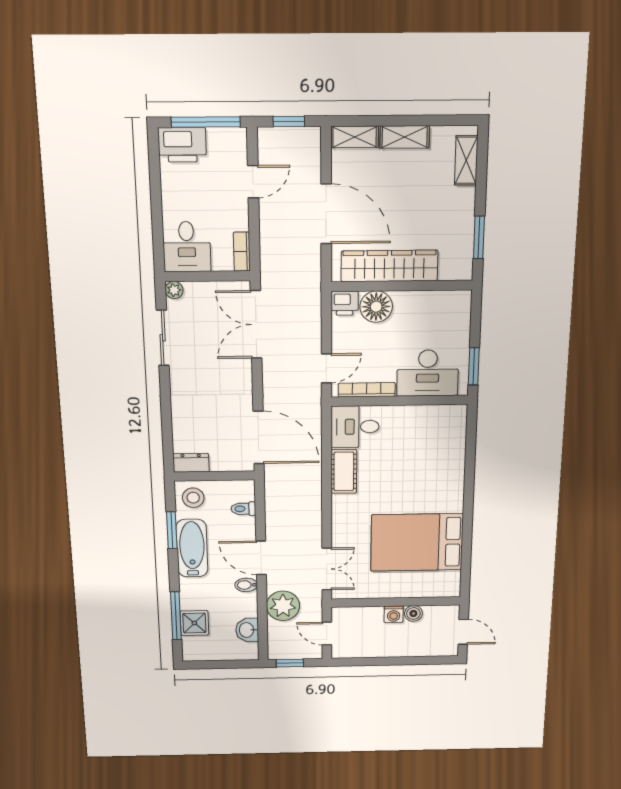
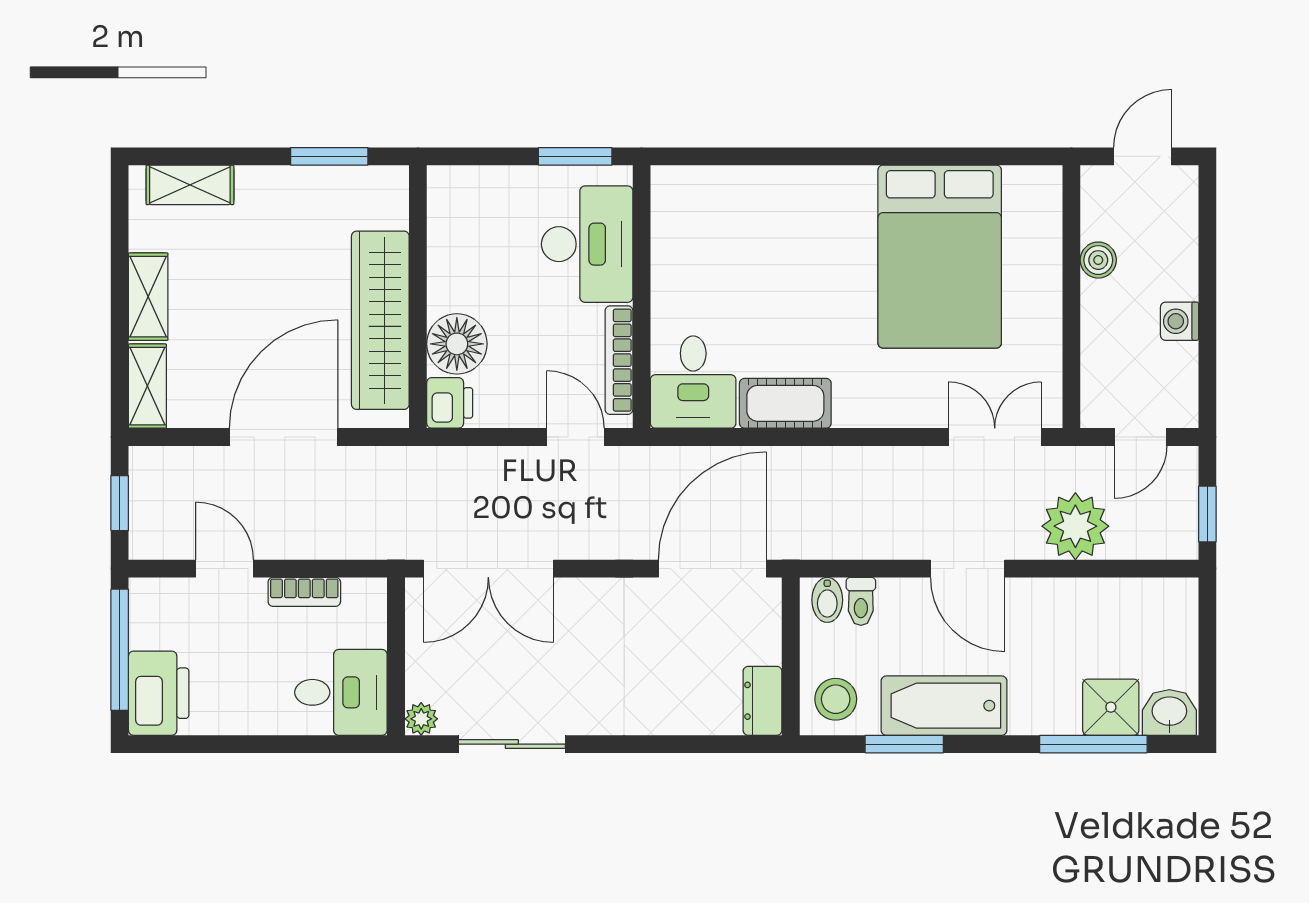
bookcase: (242, 252) -> (304, 592), moved
door: (261, 558) -> (968, 569), hinge flipped
bidet: (246, 585) -> (827, 600), moved
washing machine: (394, 614) -> (1180, 321), moved, turned 180
washbasin: (247, 630) -> (1169, 712), moved, turned 180

